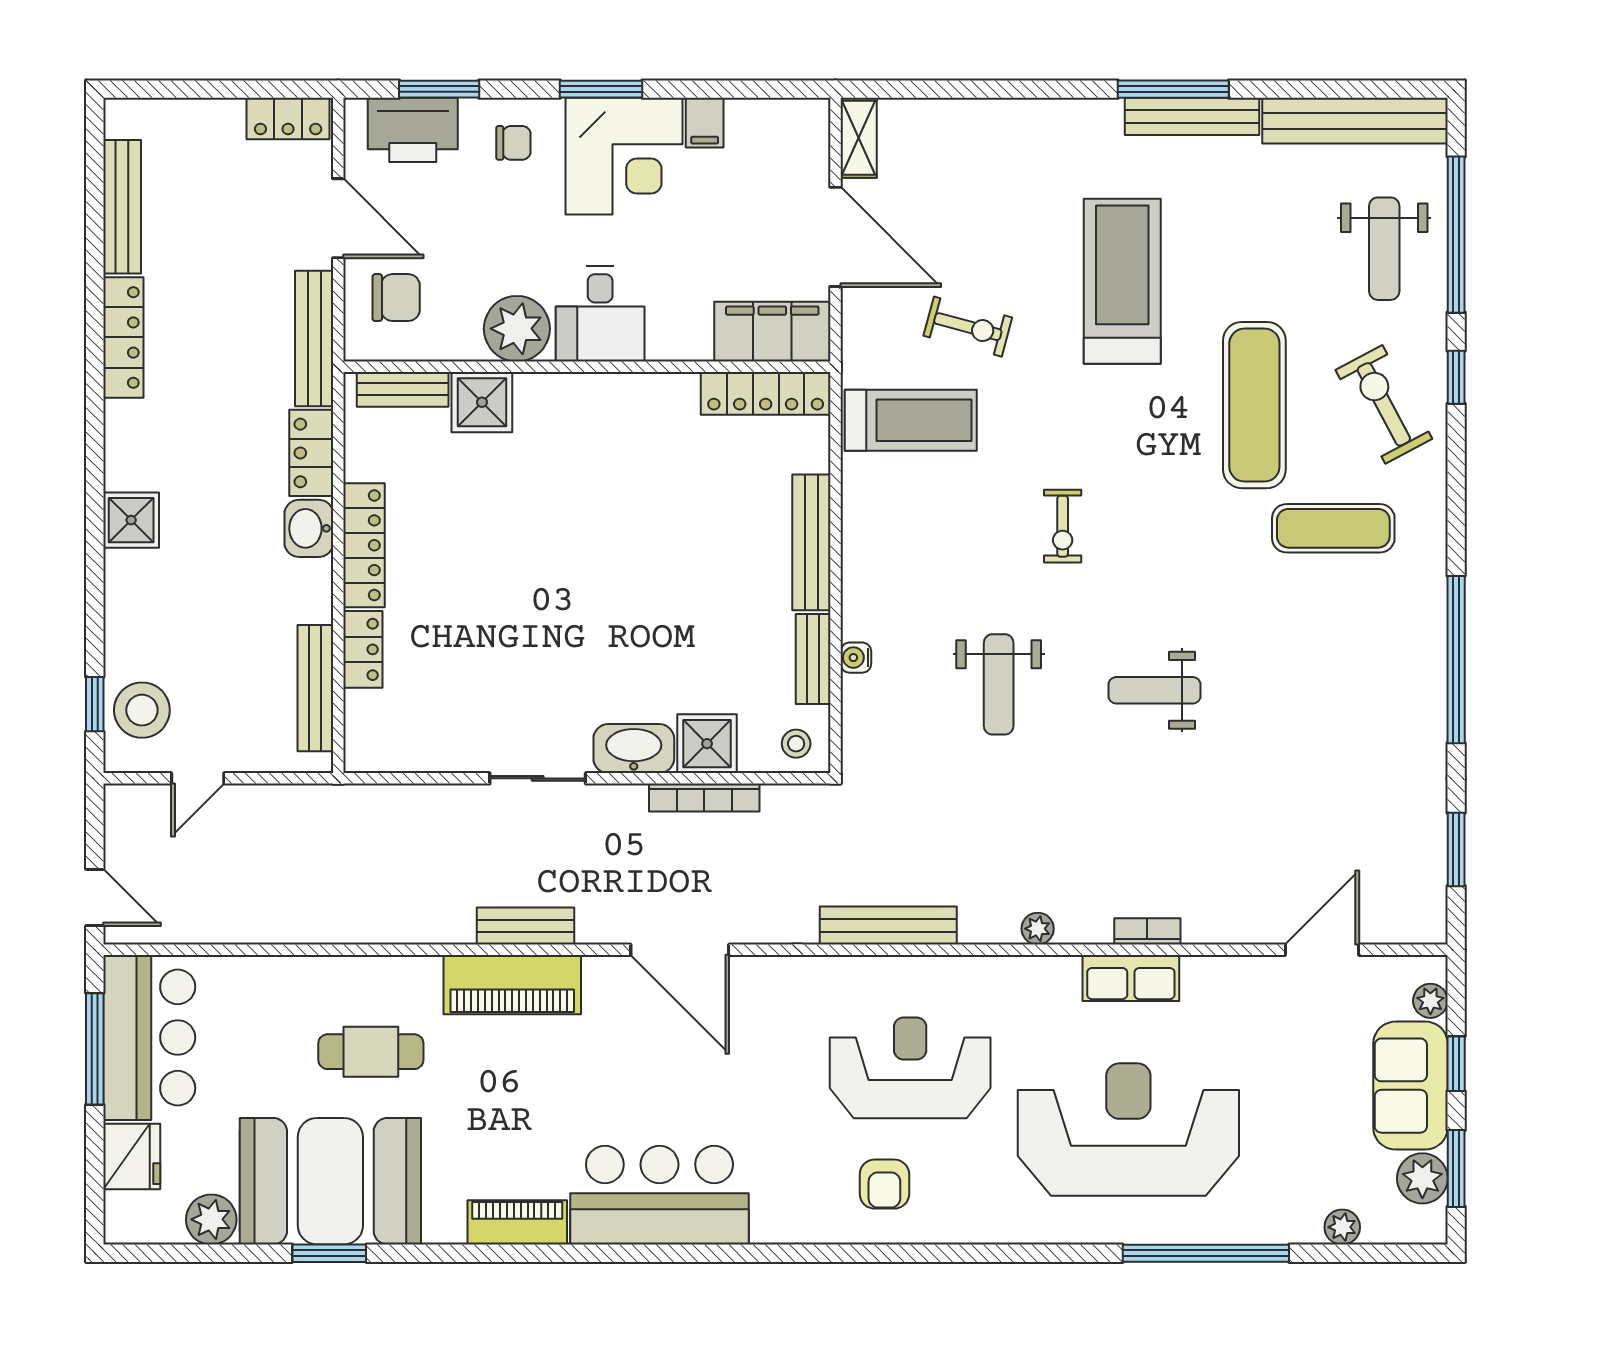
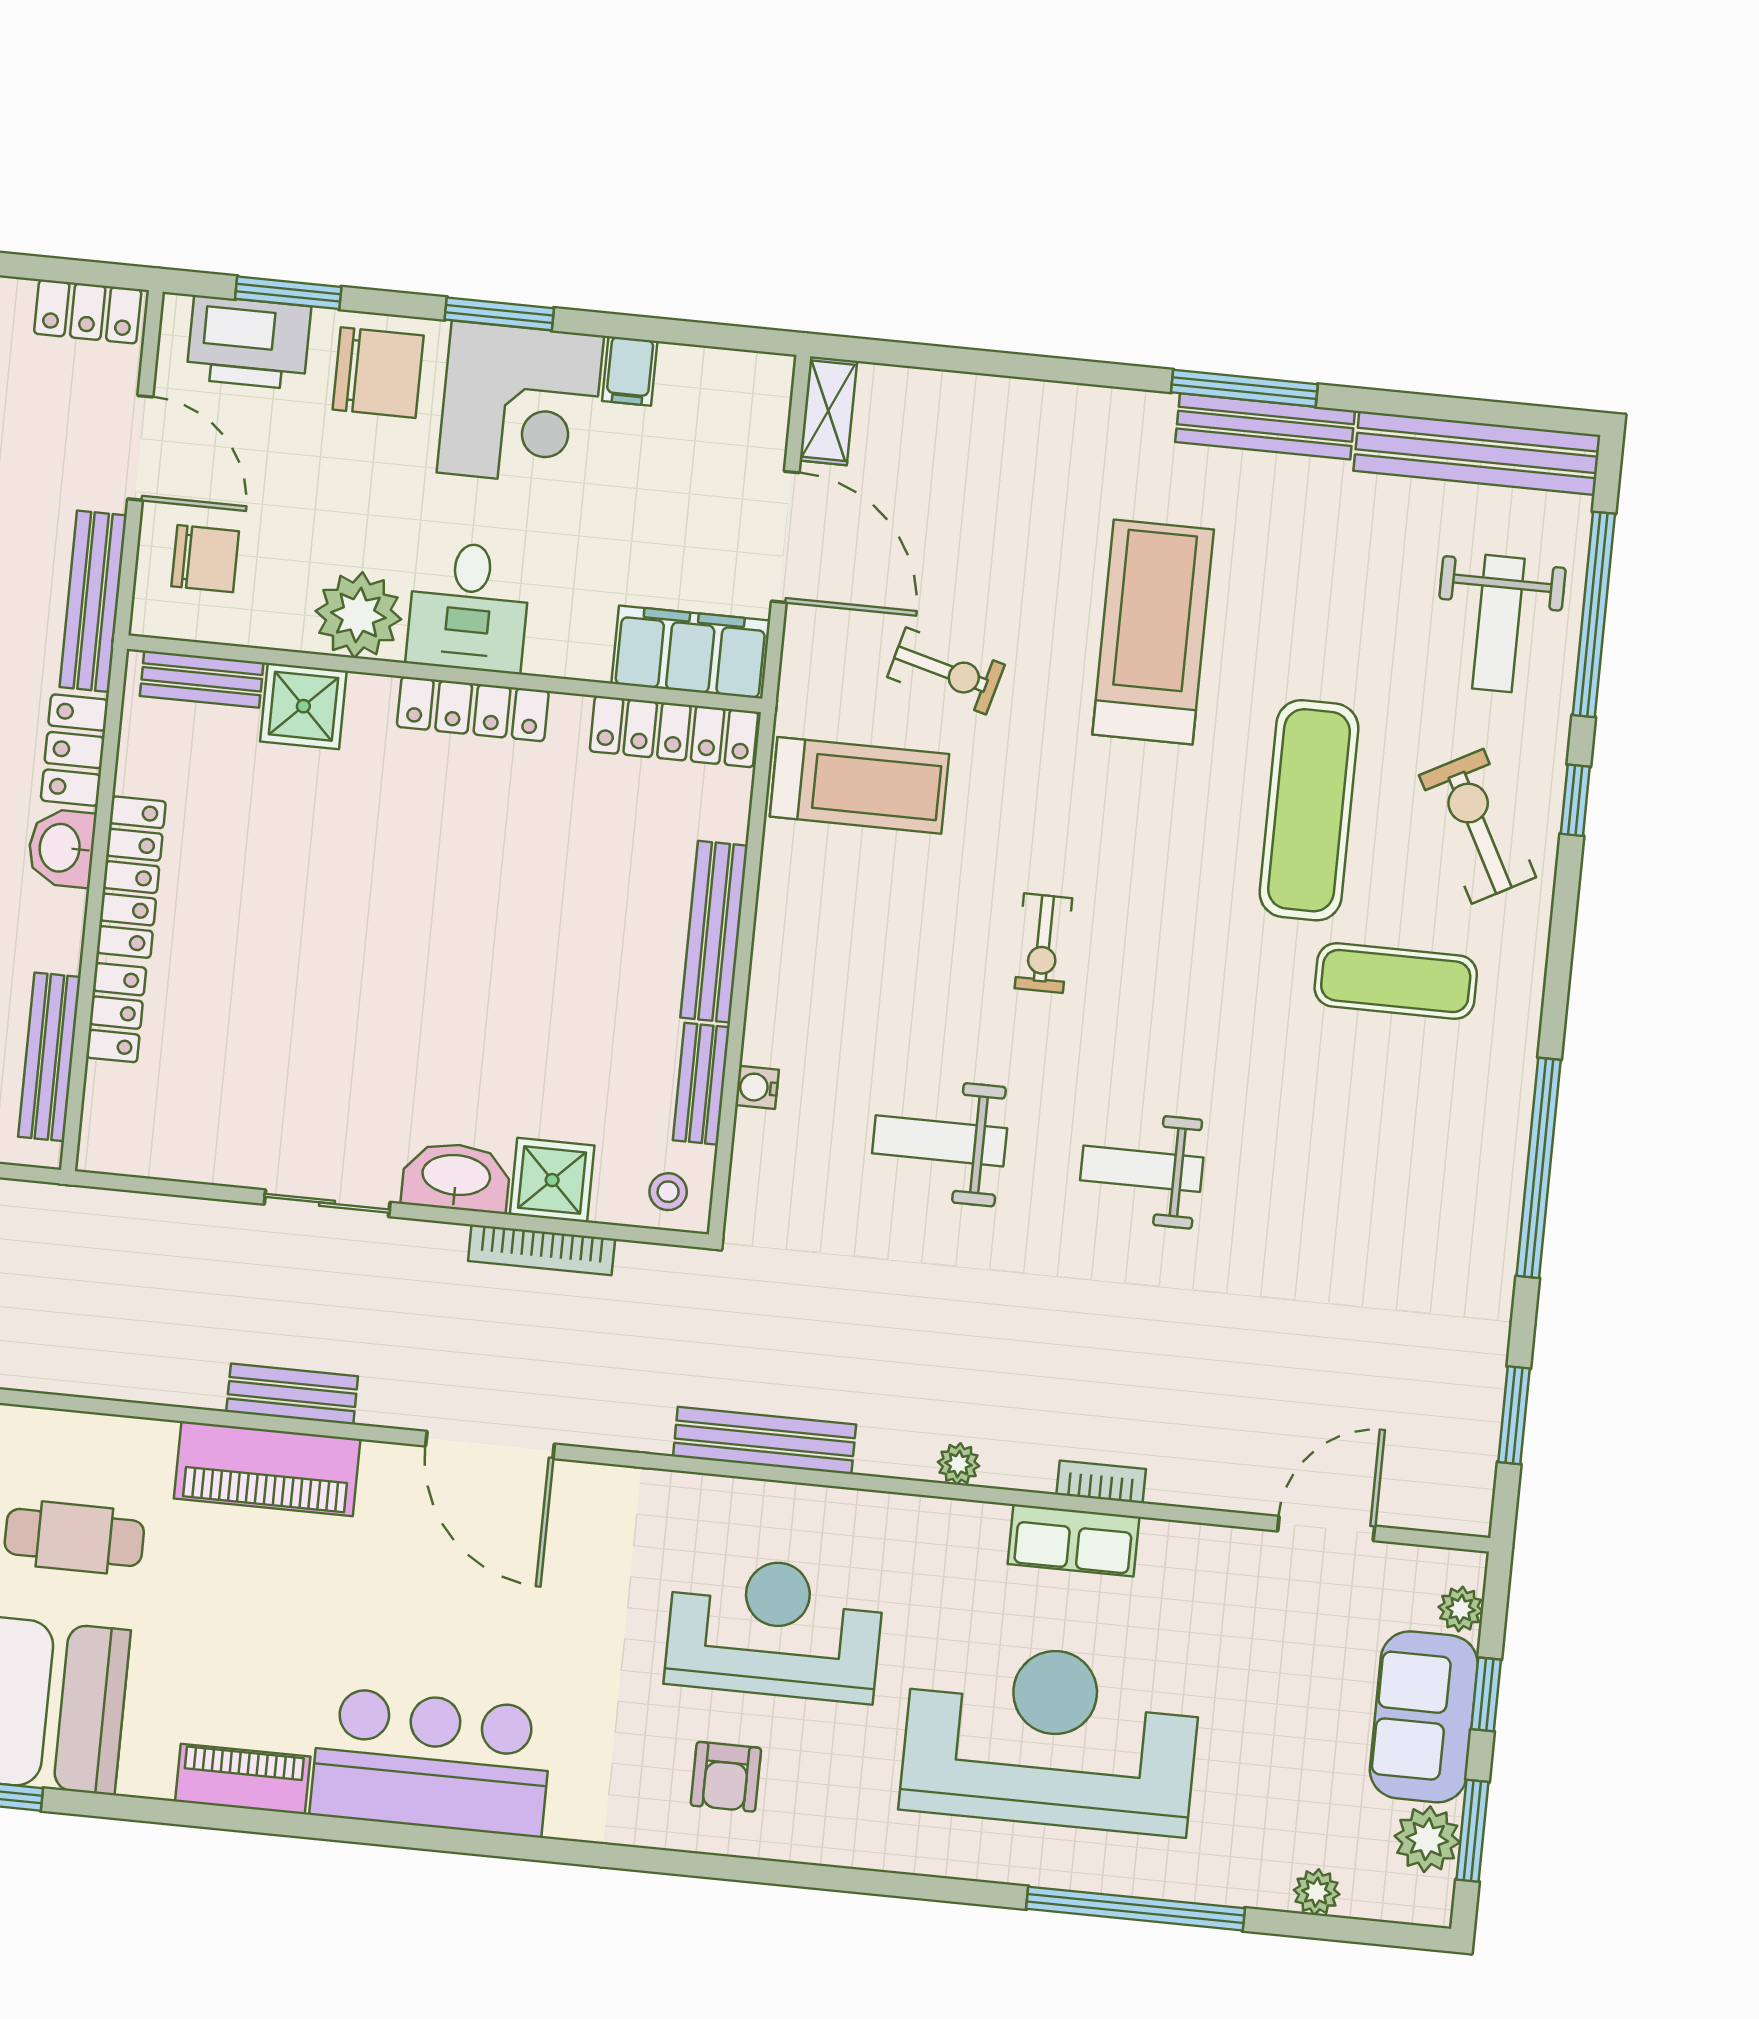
chair: (513, 143) -> (378, 373), width x1.87, depth x1.87
locker: (611, 391) -> (473, 709), added
weight bench: (999, 684) -> (940, 1141), turned 90

